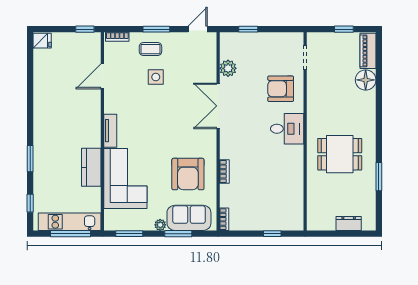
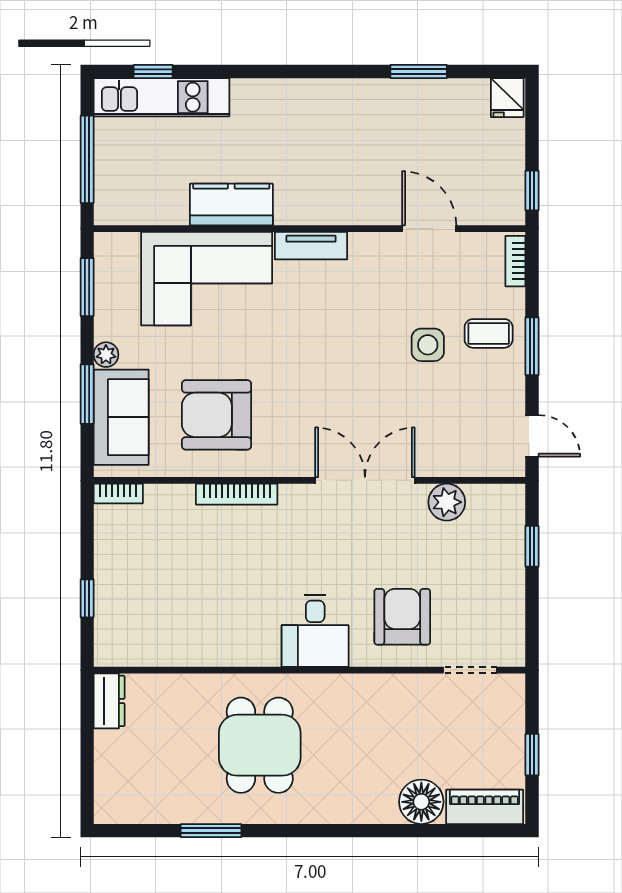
coffee table: (150, 49) -> (489, 333), turned 90
window: (30, 159) -> (419, 71), moved
bookcase: (224, 172) -> (237, 494), width x1.56
kitchen unit: (70, 222) -> (162, 97), moved, turned 90
dresser: (349, 223) -> (109, 701), moved

